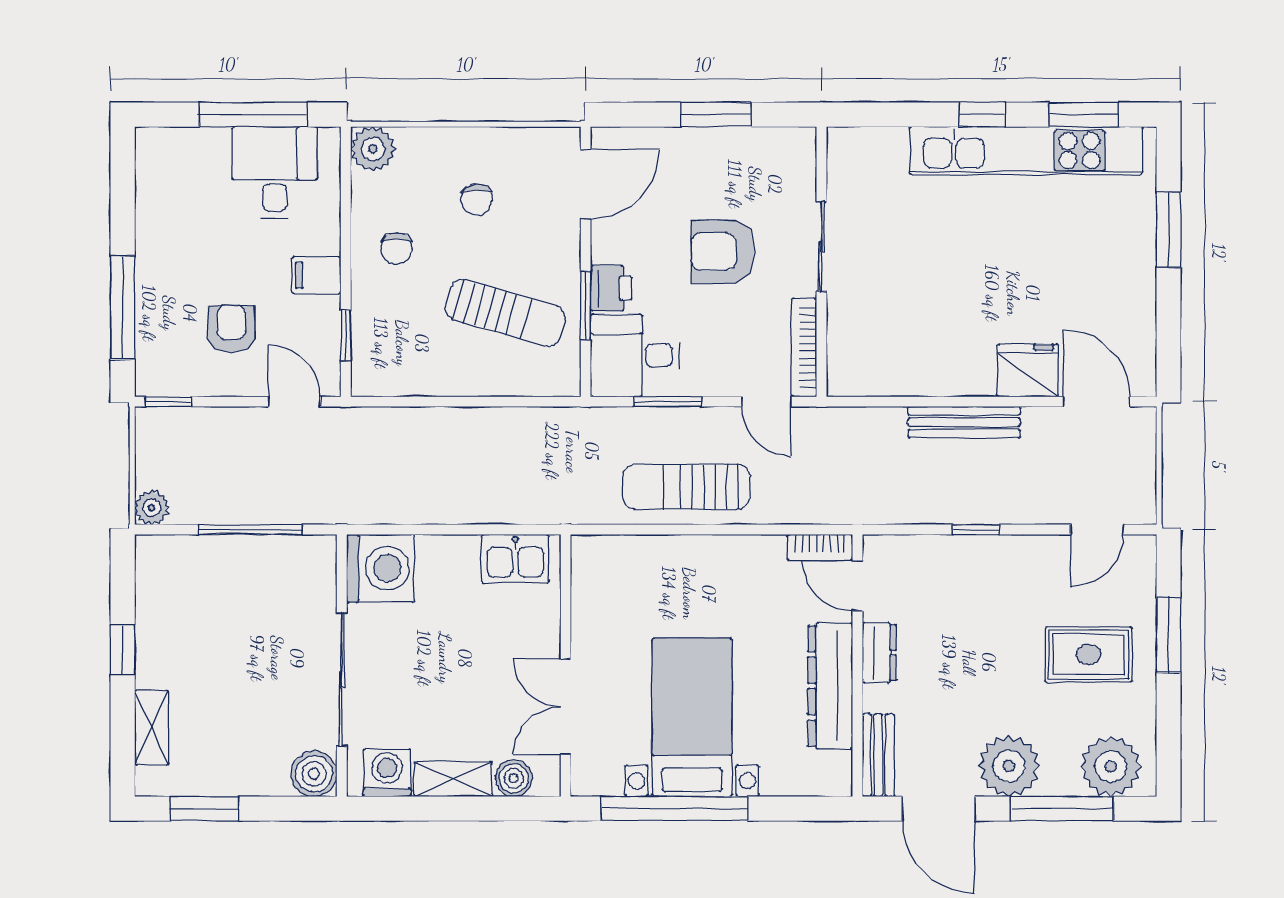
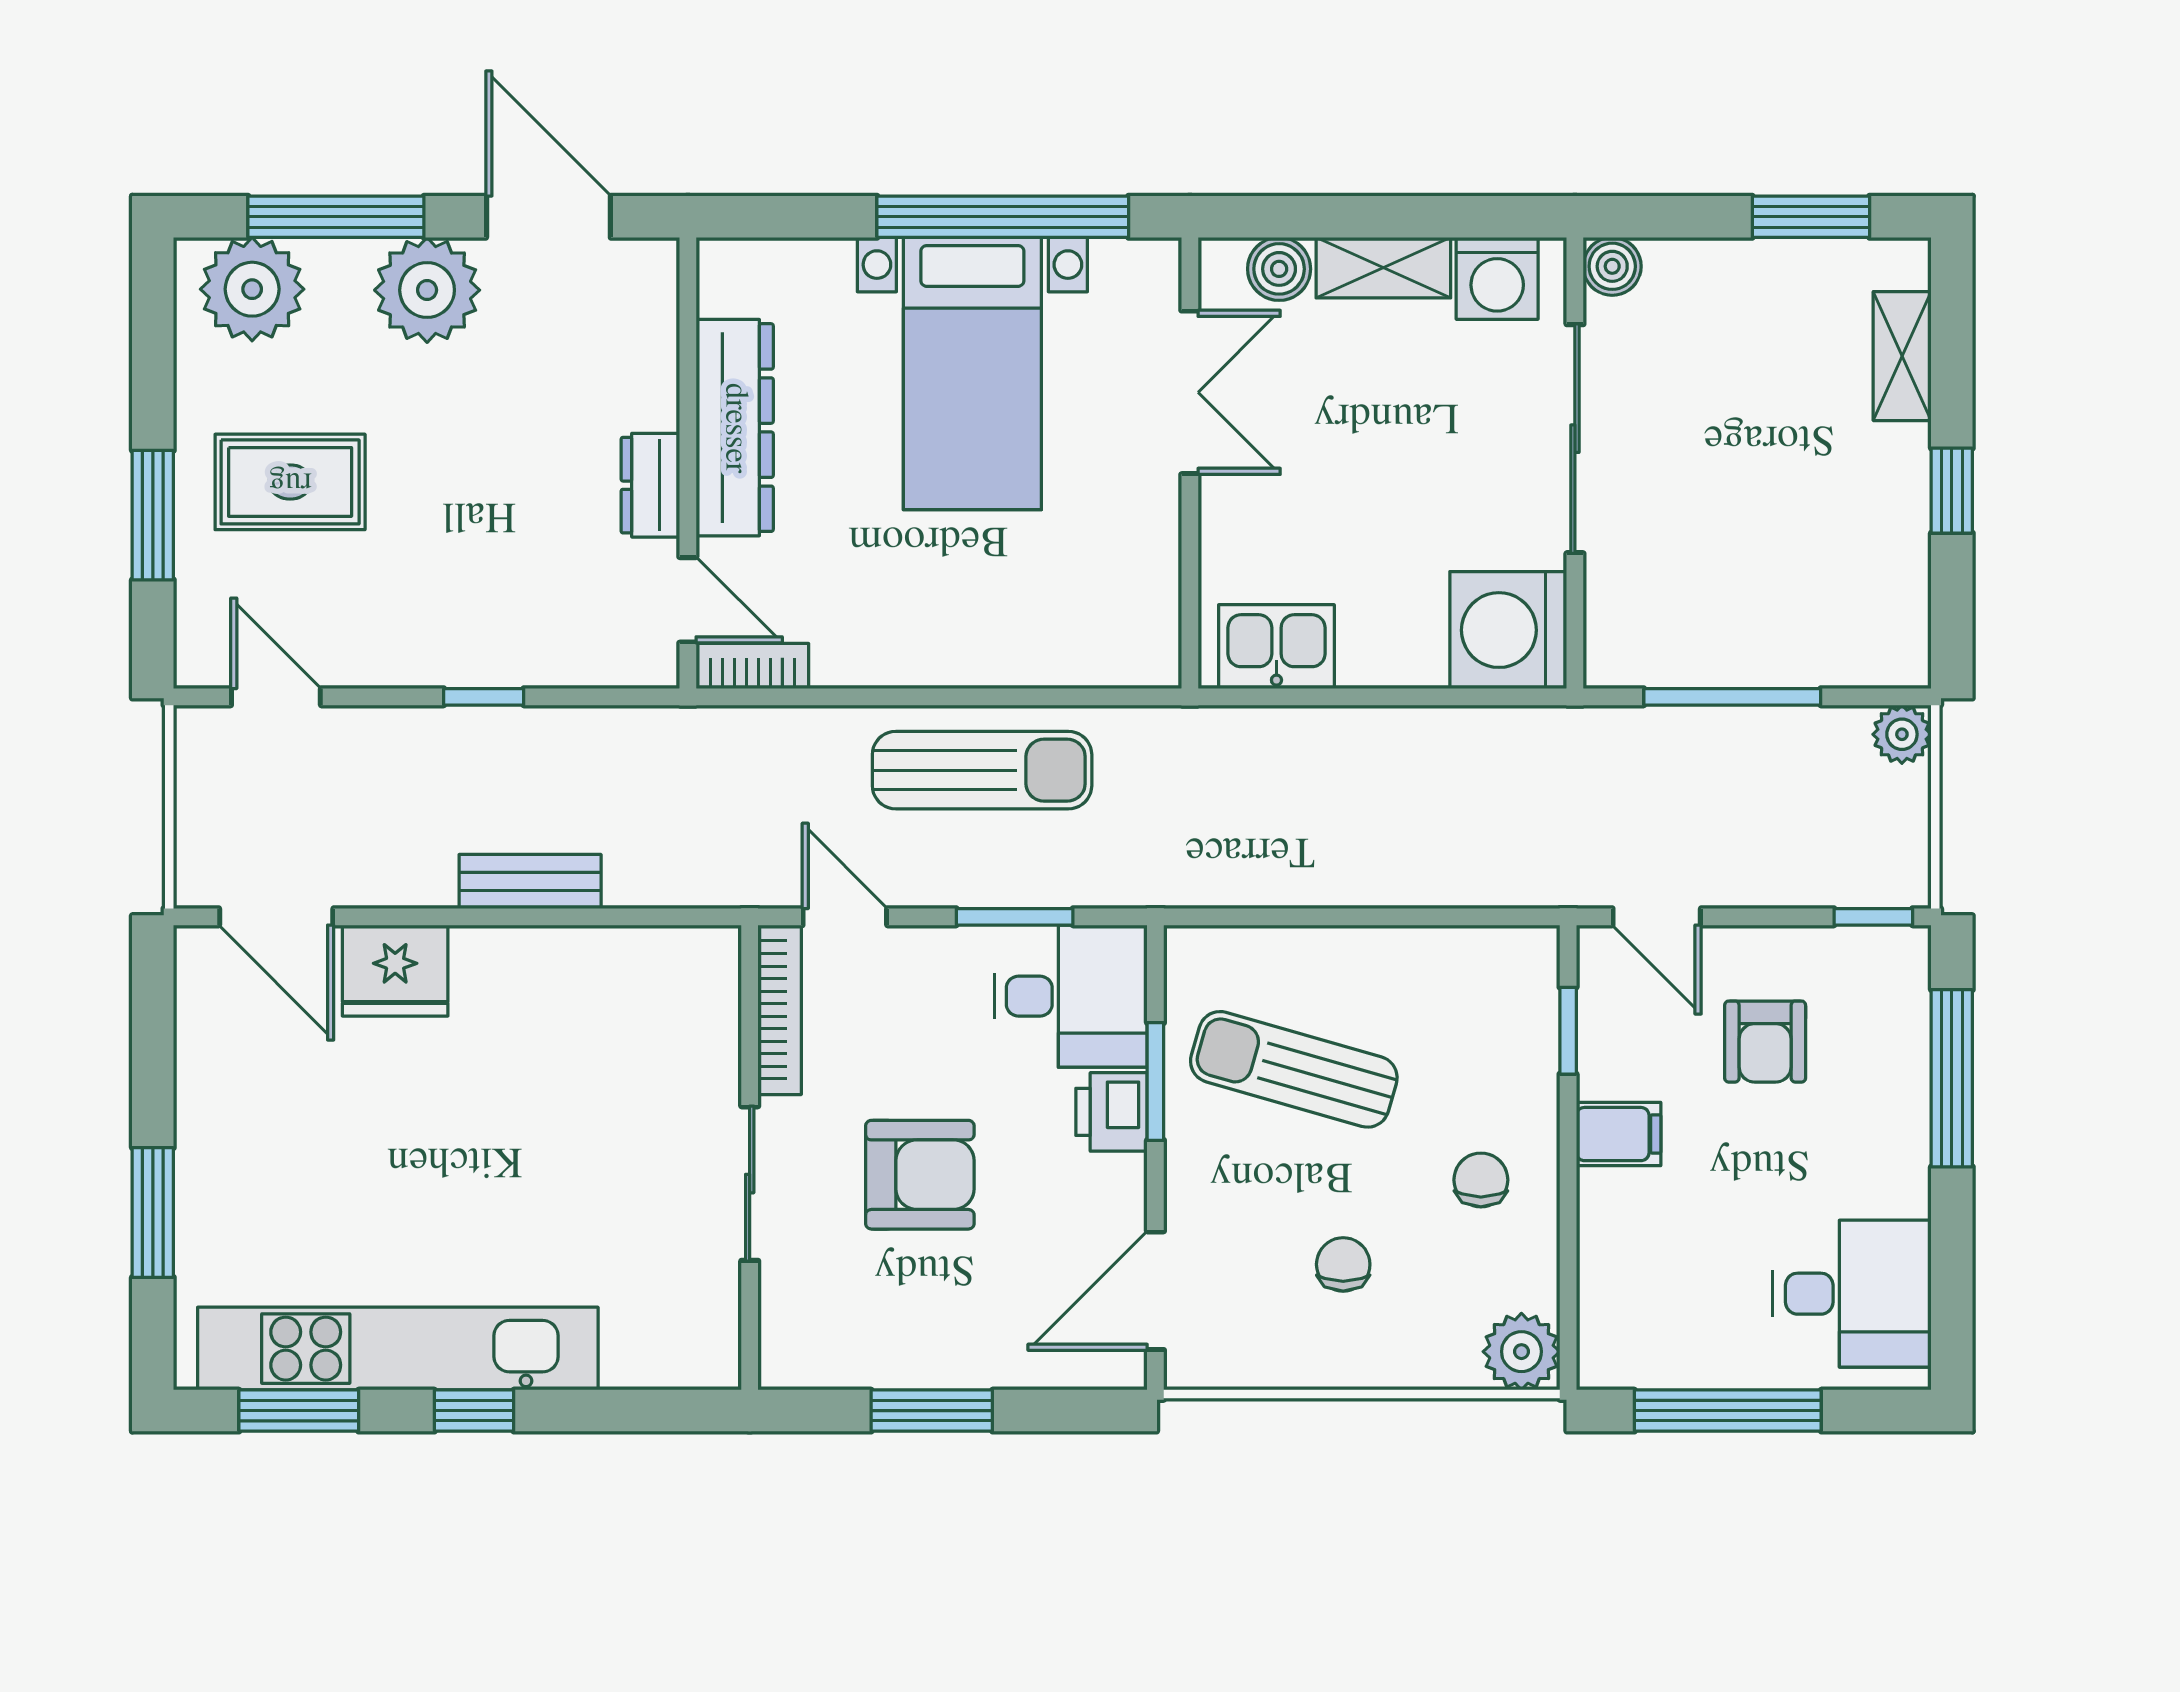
desk: (275, 173) -> (1852, 1294), moved, turned -90
bench: (964, 422) -> (530, 881), width x0.73
door: (1097, 530) -> (276, 697), hinge flipped
bench: (878, 755) -> (652, 309), removed
boiler: (314, 774) -> (1612, 266), width x0.73, depth x0.73

